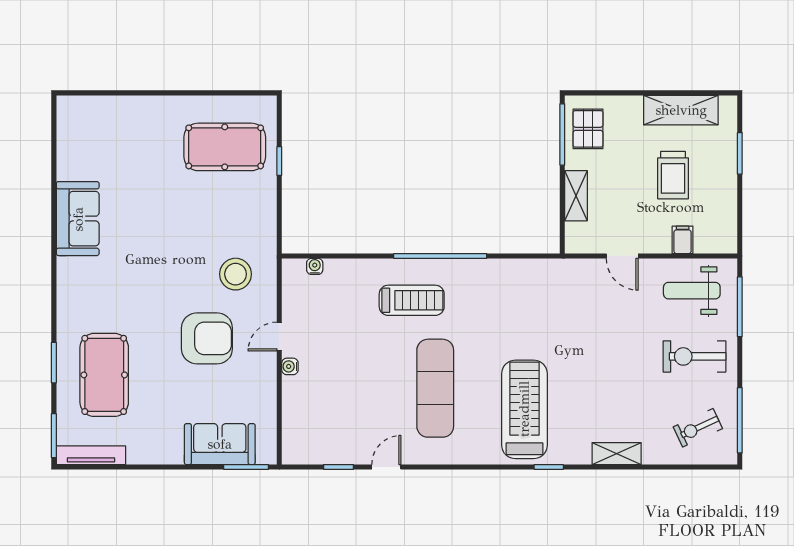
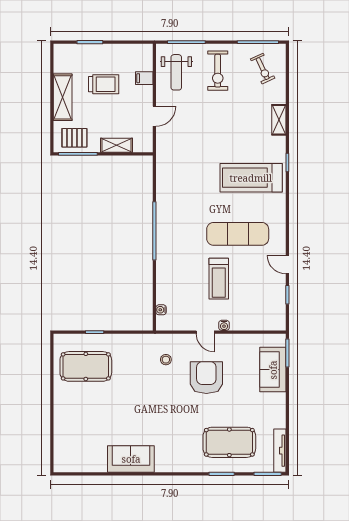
shelving: (681, 110) -> (63, 97), moved
pool table: (225, 147) -> (86, 366), turned 90
stool: (236, 274) -> (166, 360), width x0.53, depth x0.53
treadmill: (412, 300) -> (219, 279), moved, turned 180

